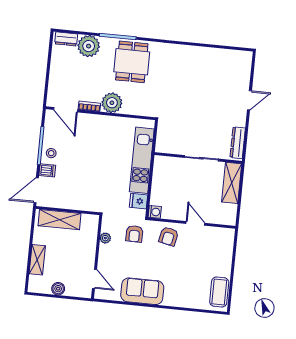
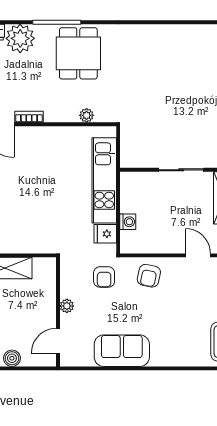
plant: (112, 103) -> (87, 115), moved, width x0.53, depth x0.53
washing machine: (155, 212) -> (128, 222), moved
door: (195, 223) -> (198, 255), moved
plant: (105, 238) -> (67, 306), moved
door: (94, 279) -> (58, 341), swing flipped

